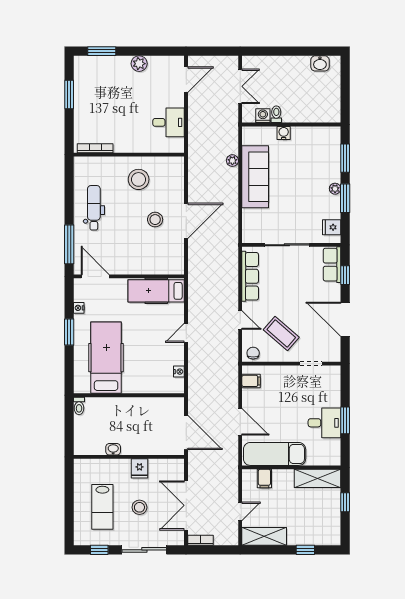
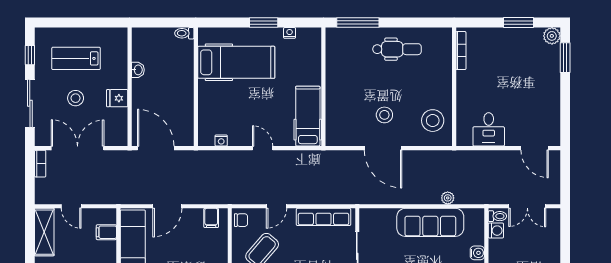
plant: (139, 64) -> (552, 36), moved
toilet: (276, 114) -> (497, 216), moved
stool: (139, 179) -> (433, 121), moved
door: (95, 276) -> (323, 51), removed
door: (186, 432) -> (156, 148), swing flipped

